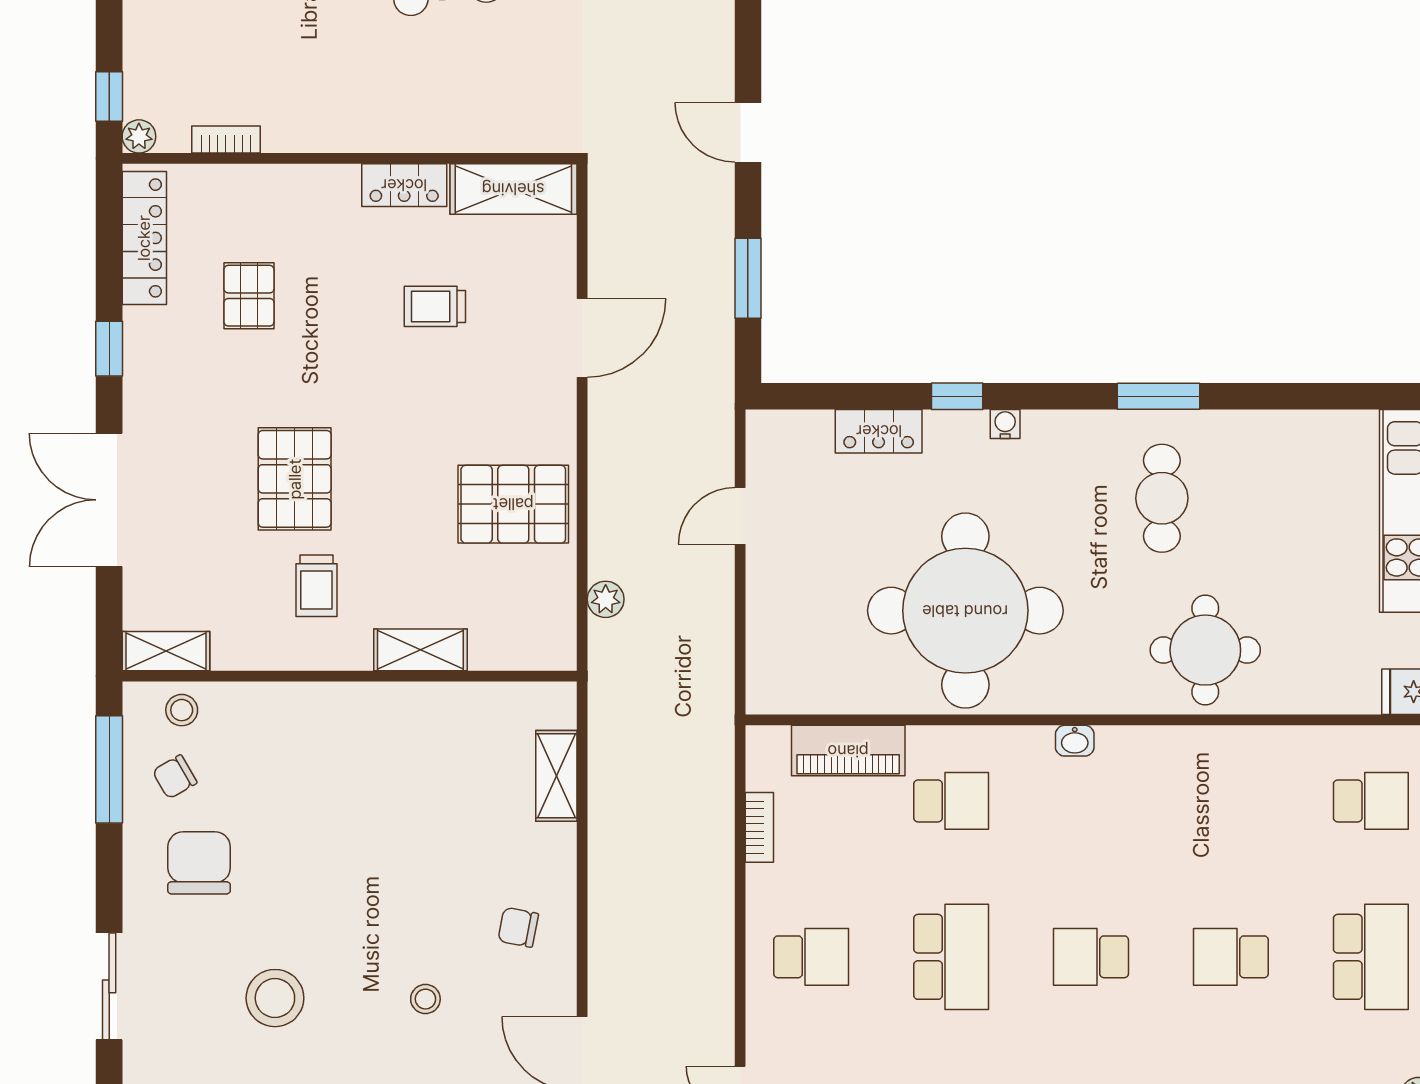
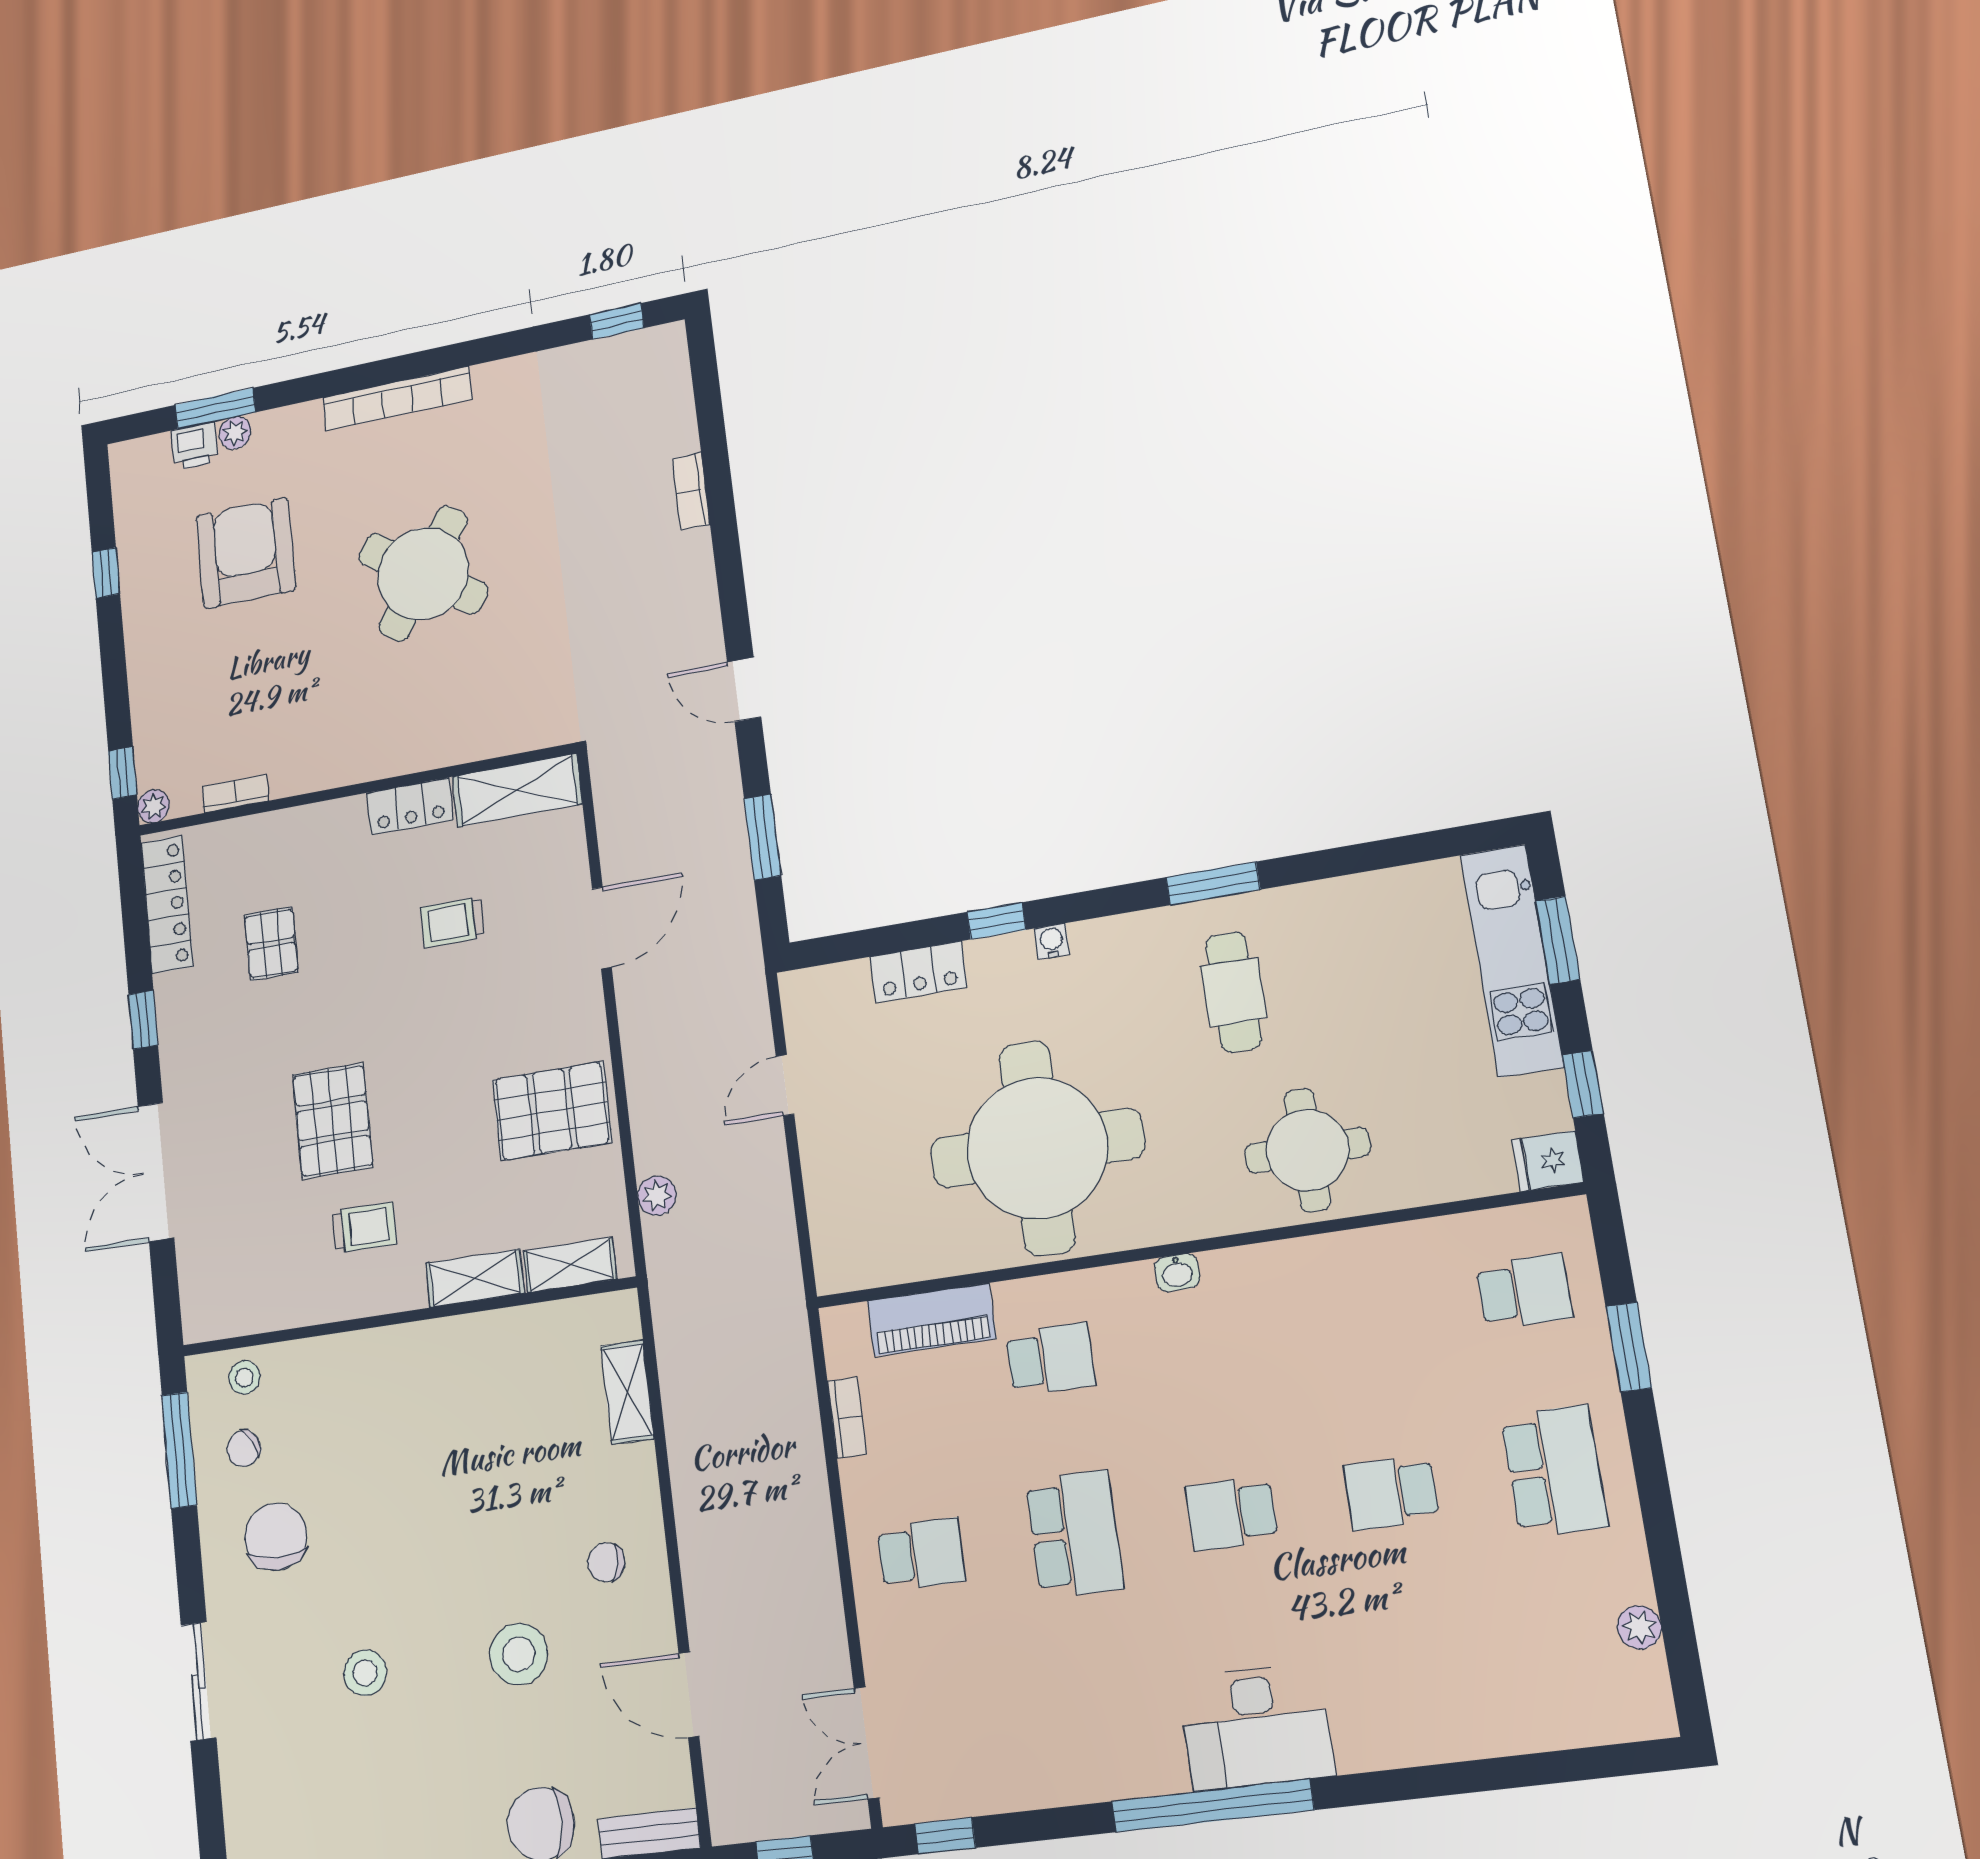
trolley: (316, 586) -> (365, 1227), turned -90
shelving: (166, 651) -> (570, 1265), moved
stool: (275, 998) -> (365, 1673), width x0.73, depth x0.73
stool: (425, 999) -> (519, 1654), width x1.89, depth x1.89

